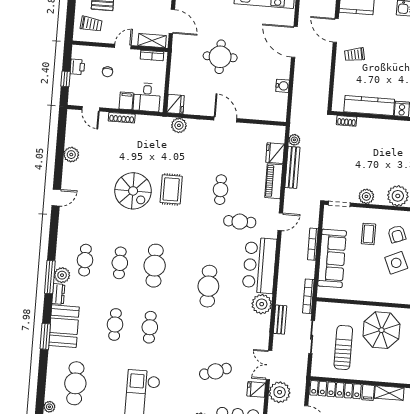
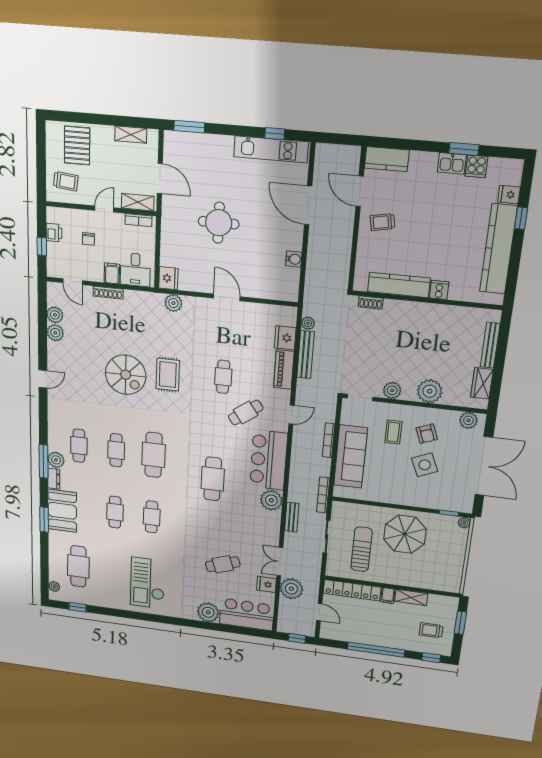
plant: (72, 139) -> (55, 315), added
cafe table: (240, 222) -> (246, 413), turned -36

